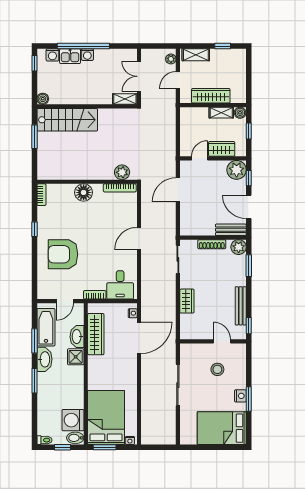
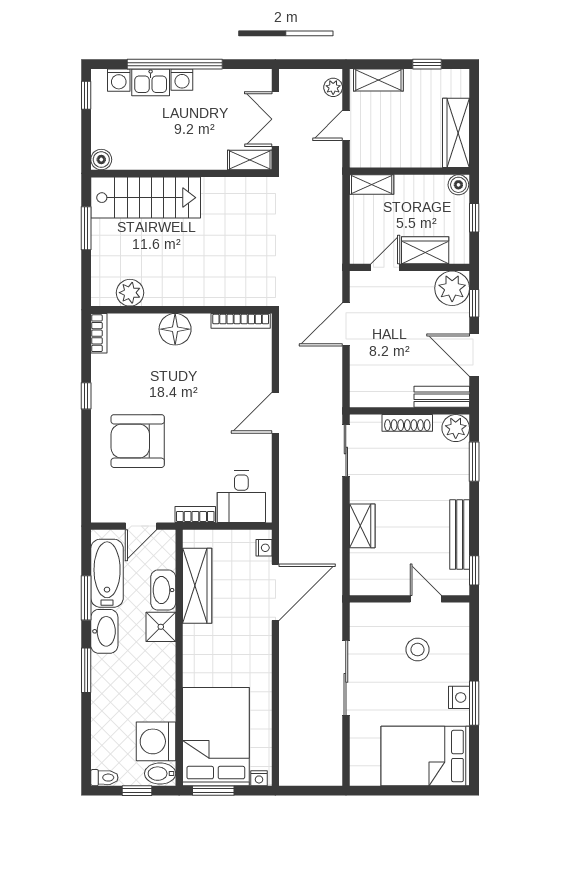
wardrobe: (211, 96) -> (456, 133), moved, turned -90
shelving: (221, 113) -> (372, 184), moved
plant: (122, 172) -> (130, 293), moved

